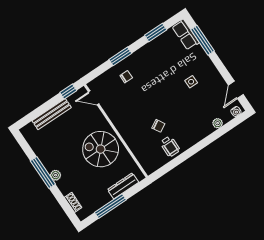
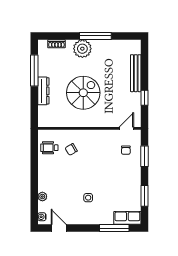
door: (94, 98) -> (126, 128), moved
wall: (116, 131) -> (89, 128), moved
plant: (56, 175) -> (82, 49), width x1.88, depth x1.88

